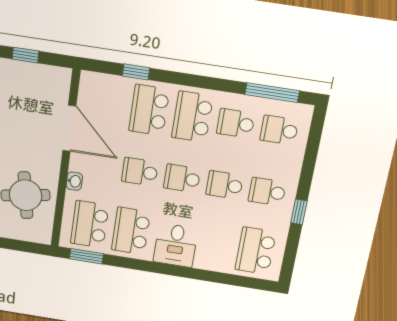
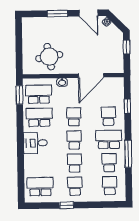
window: (272, 93) -> (128, 154), moved
school desk: (149, 110) -> (108, 116), width x0.54

